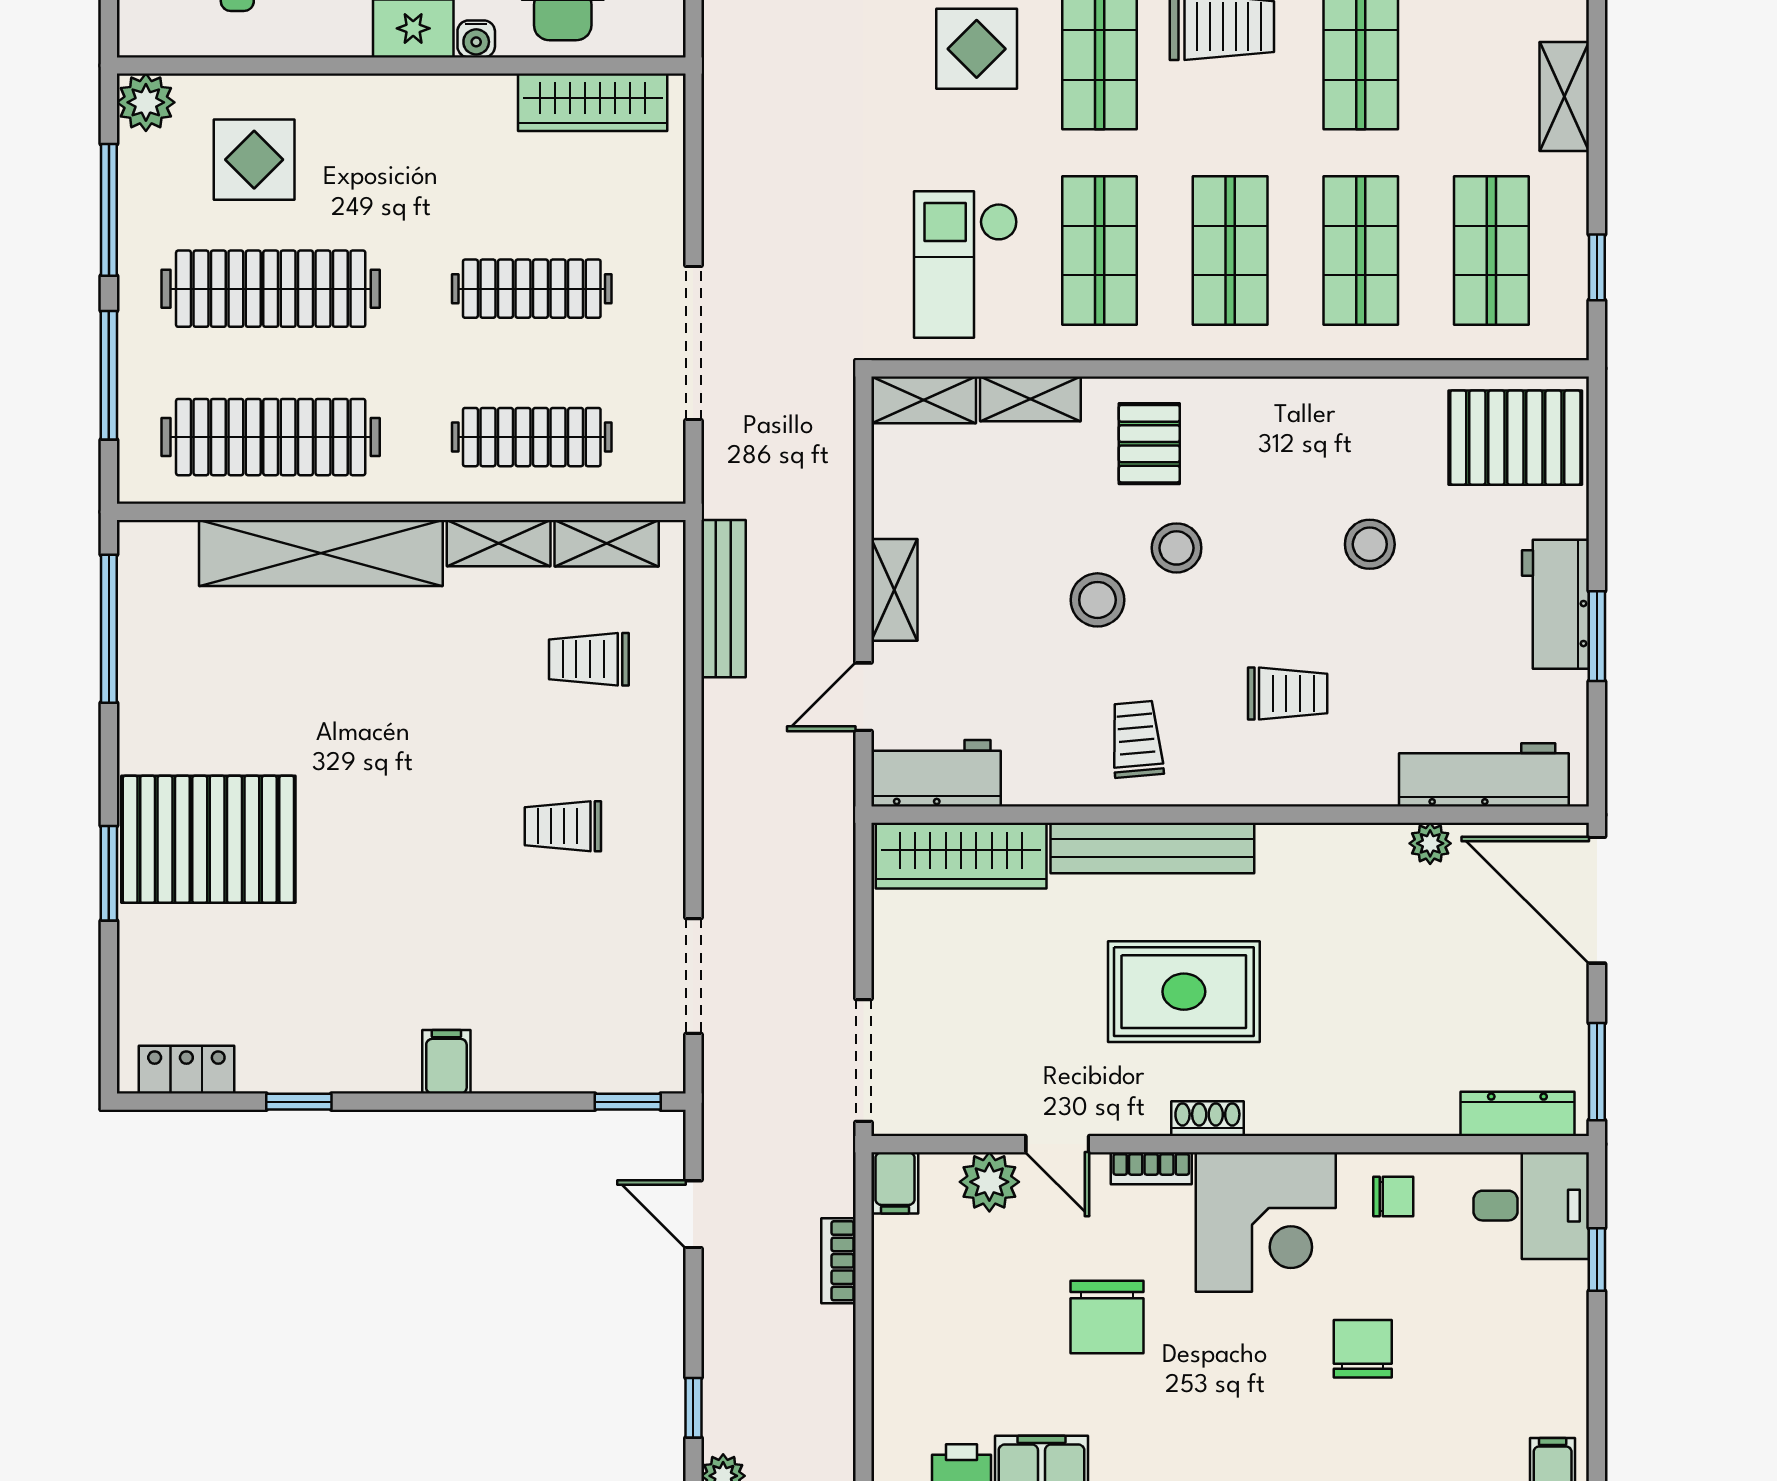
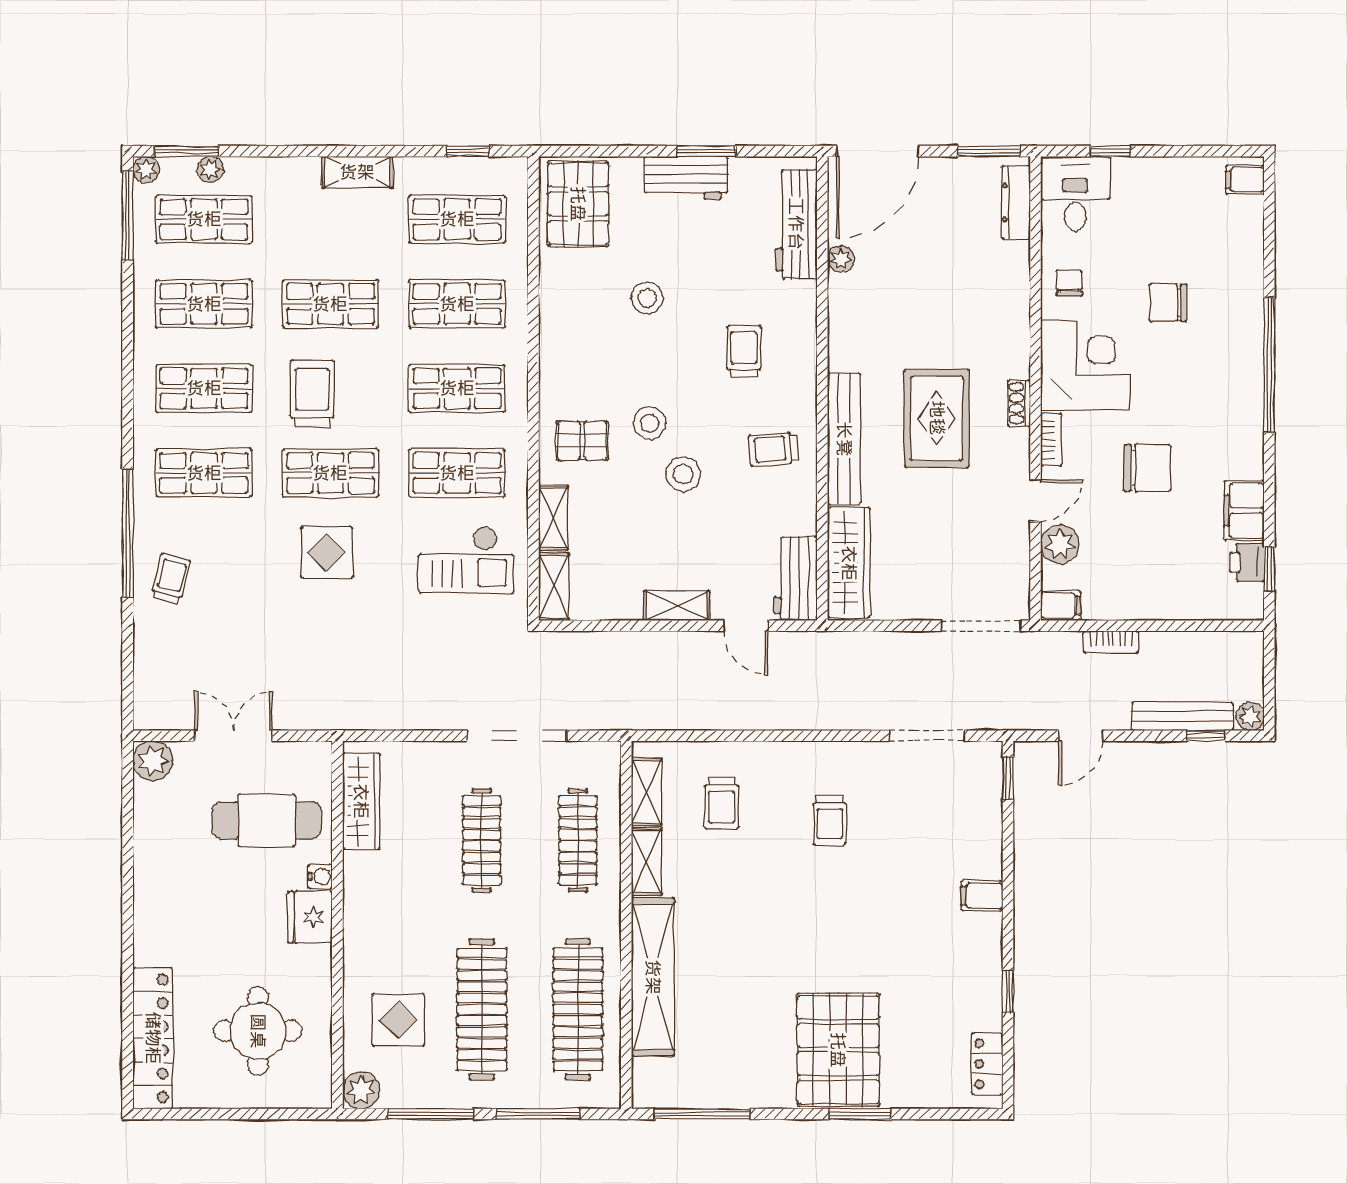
bench: (723, 599) -> (1182, 716), moved

